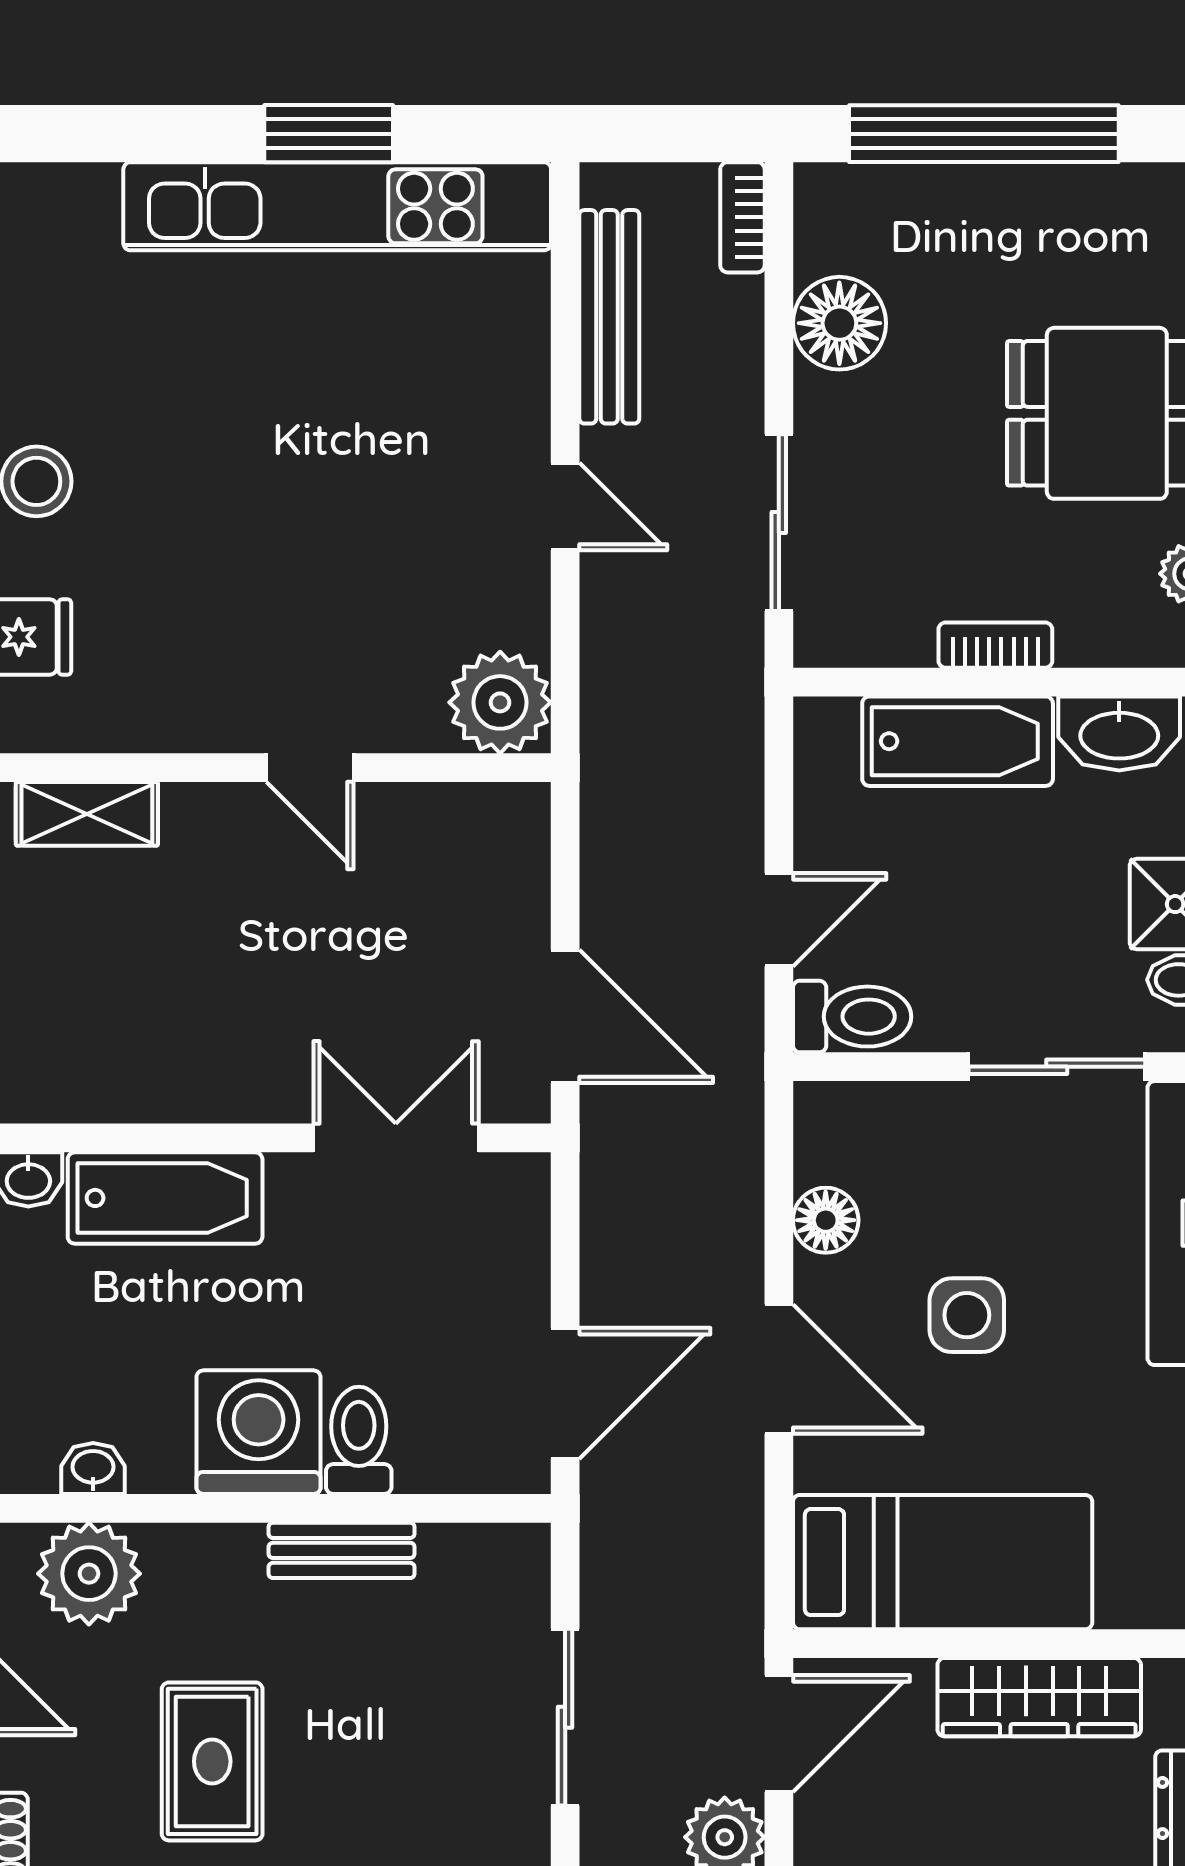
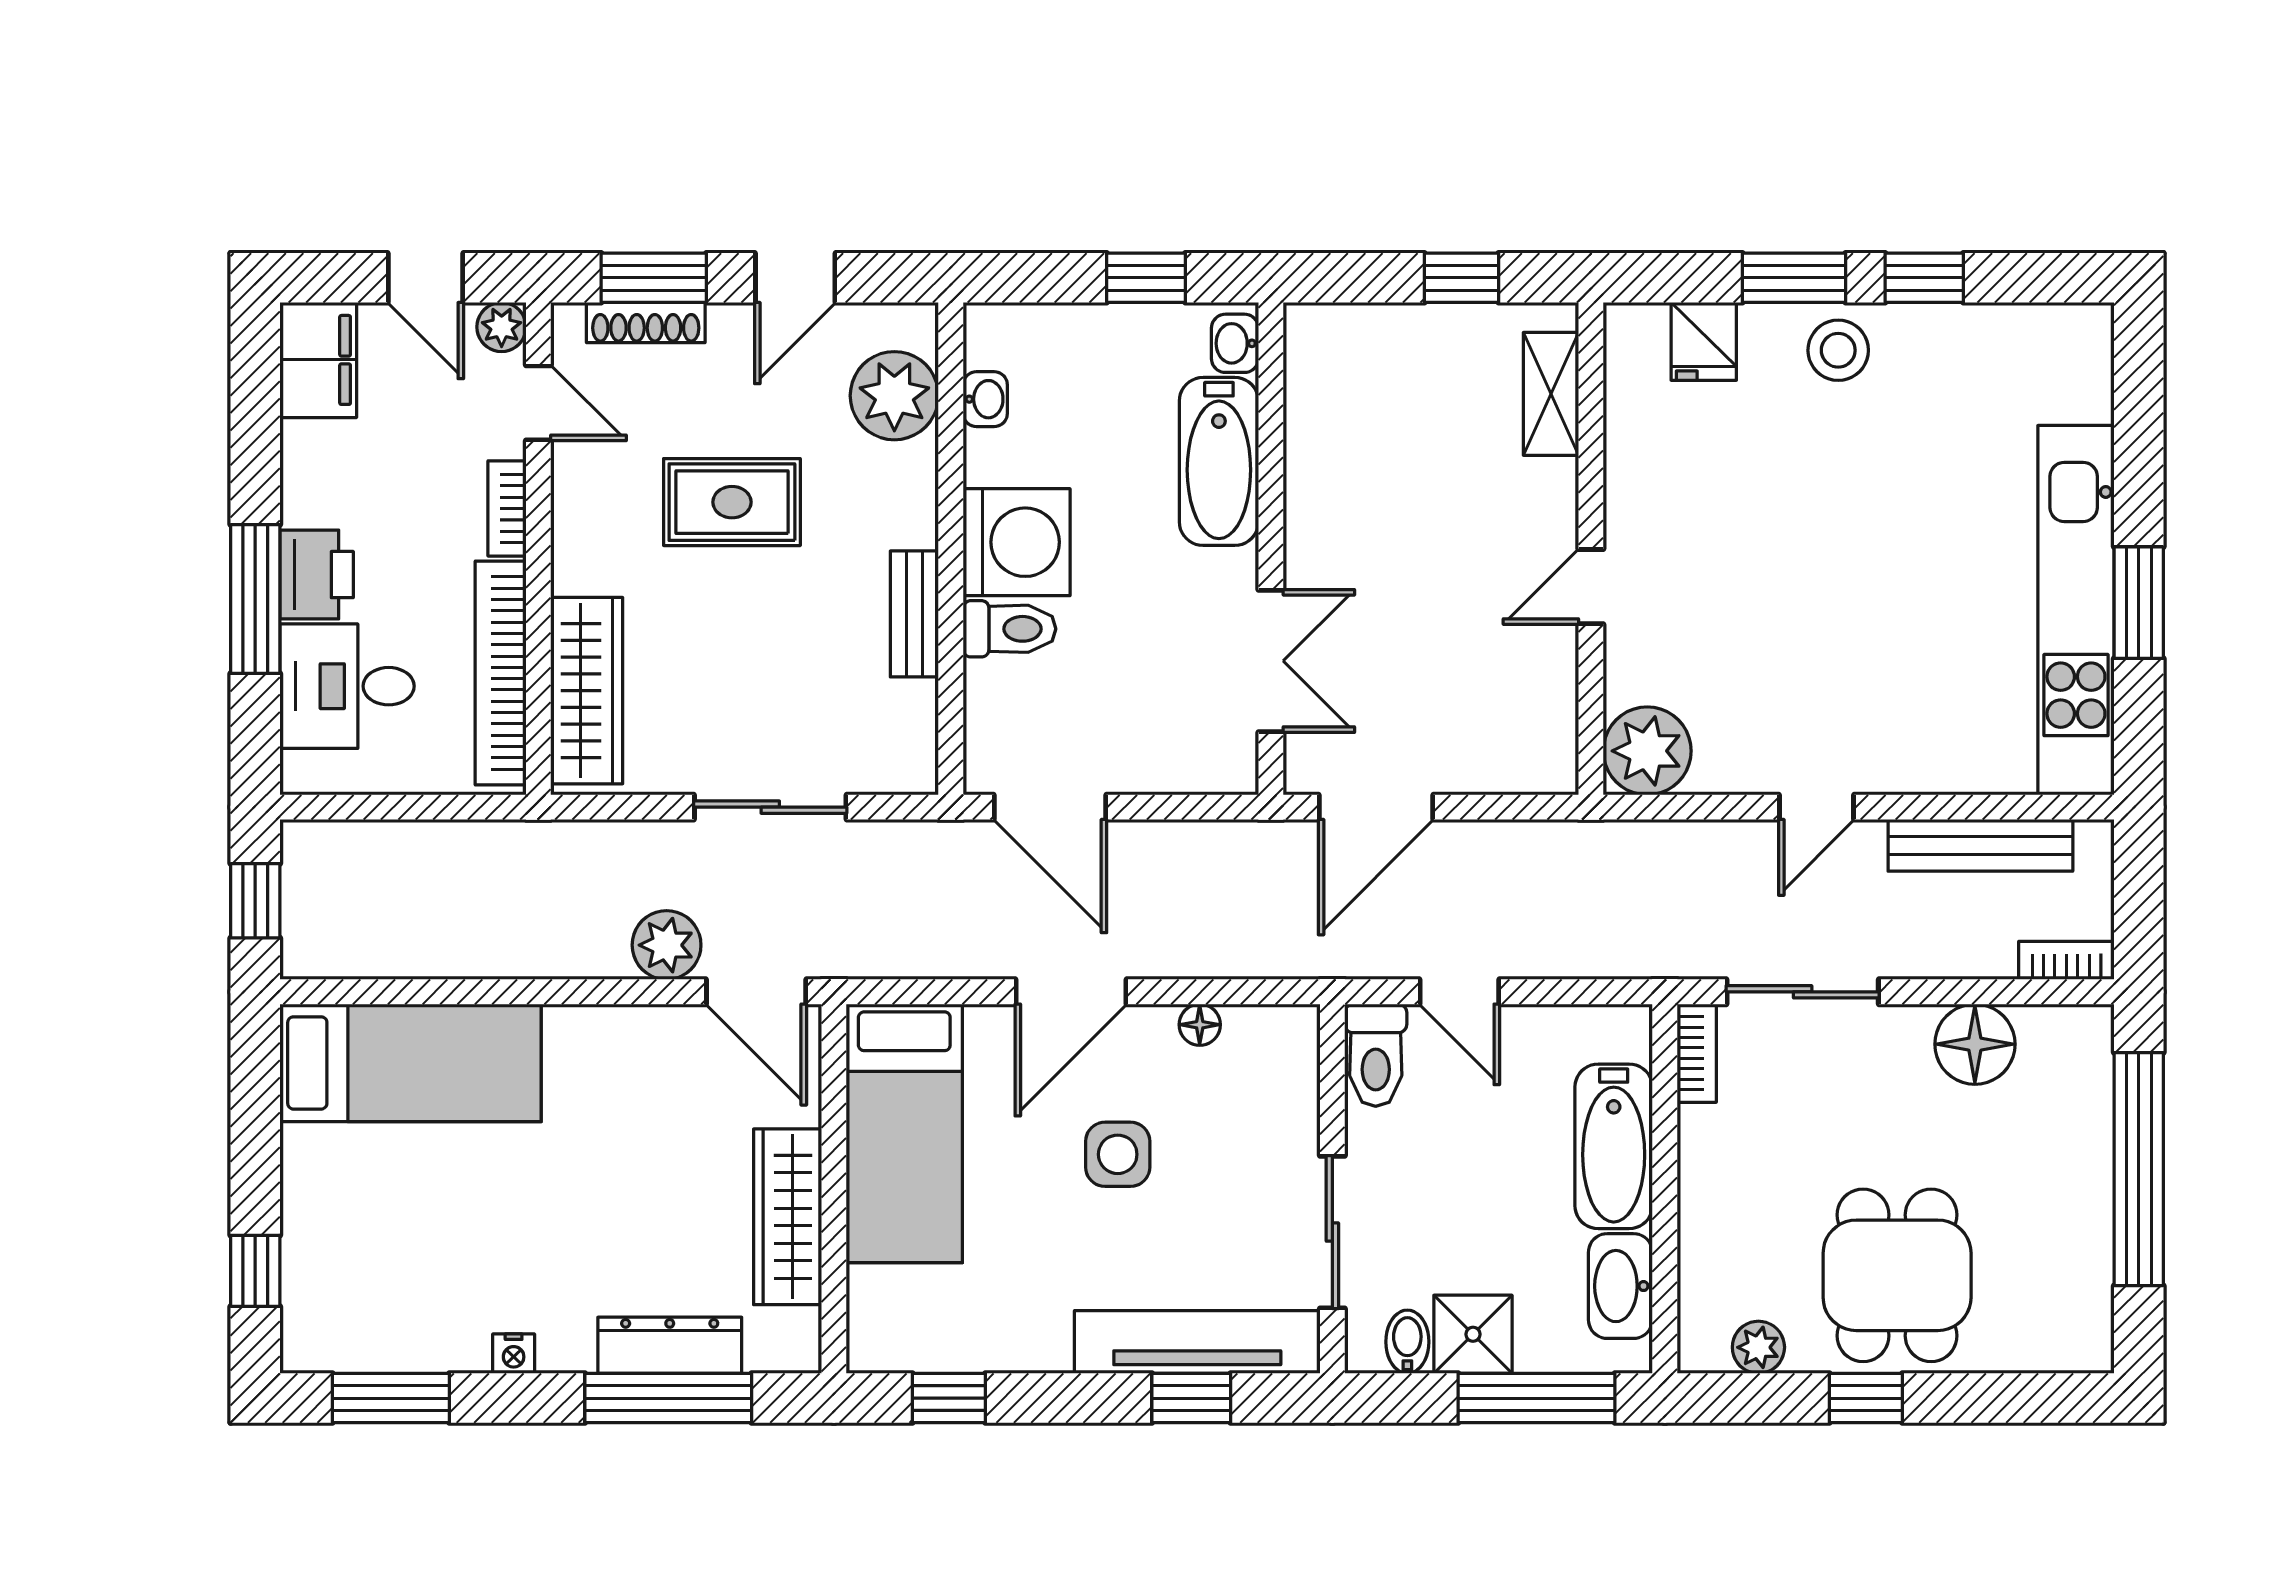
bookcase: (995, 645) -> (1697, 1053), moved
floor lamp: (826, 1220) -> (1200, 1025), width x0.73, depth x0.73

